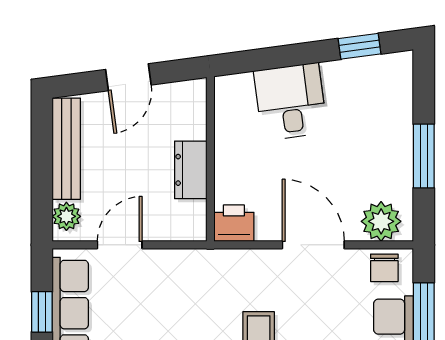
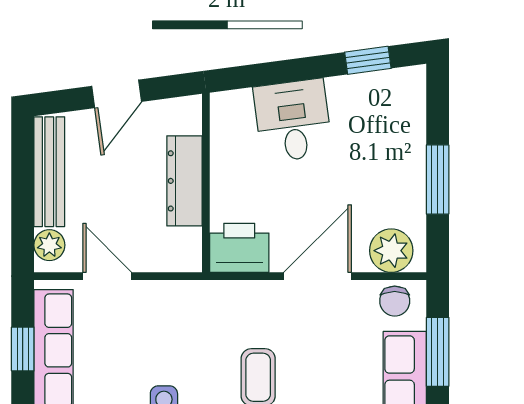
dresser: (191, 170) -> (184, 181), width x1.44
printer: (234, 223) -> (239, 248), width x1.36, depth x1.24
door: (120, 245) -> (107, 276), hinge flipped
door: (313, 245) -> (318, 276), hinge flipped

